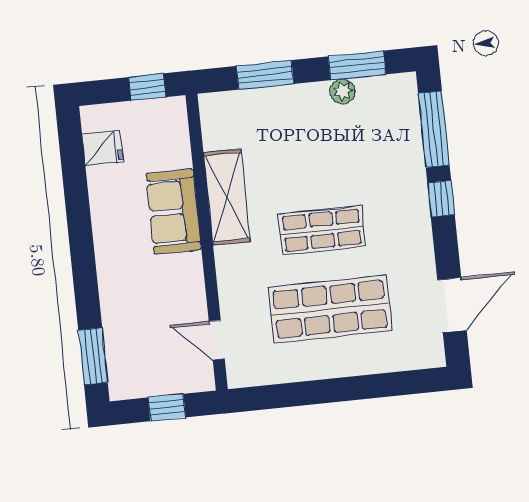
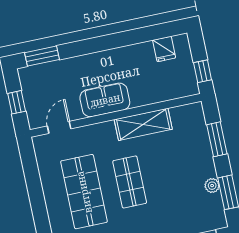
sofa: (174, 212) -> (105, 100), moved

